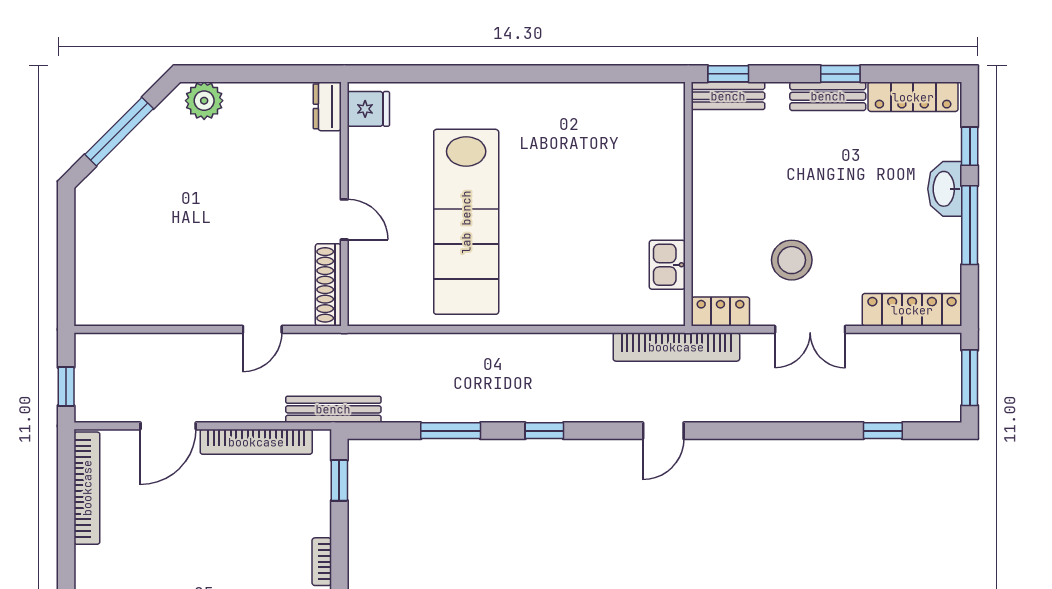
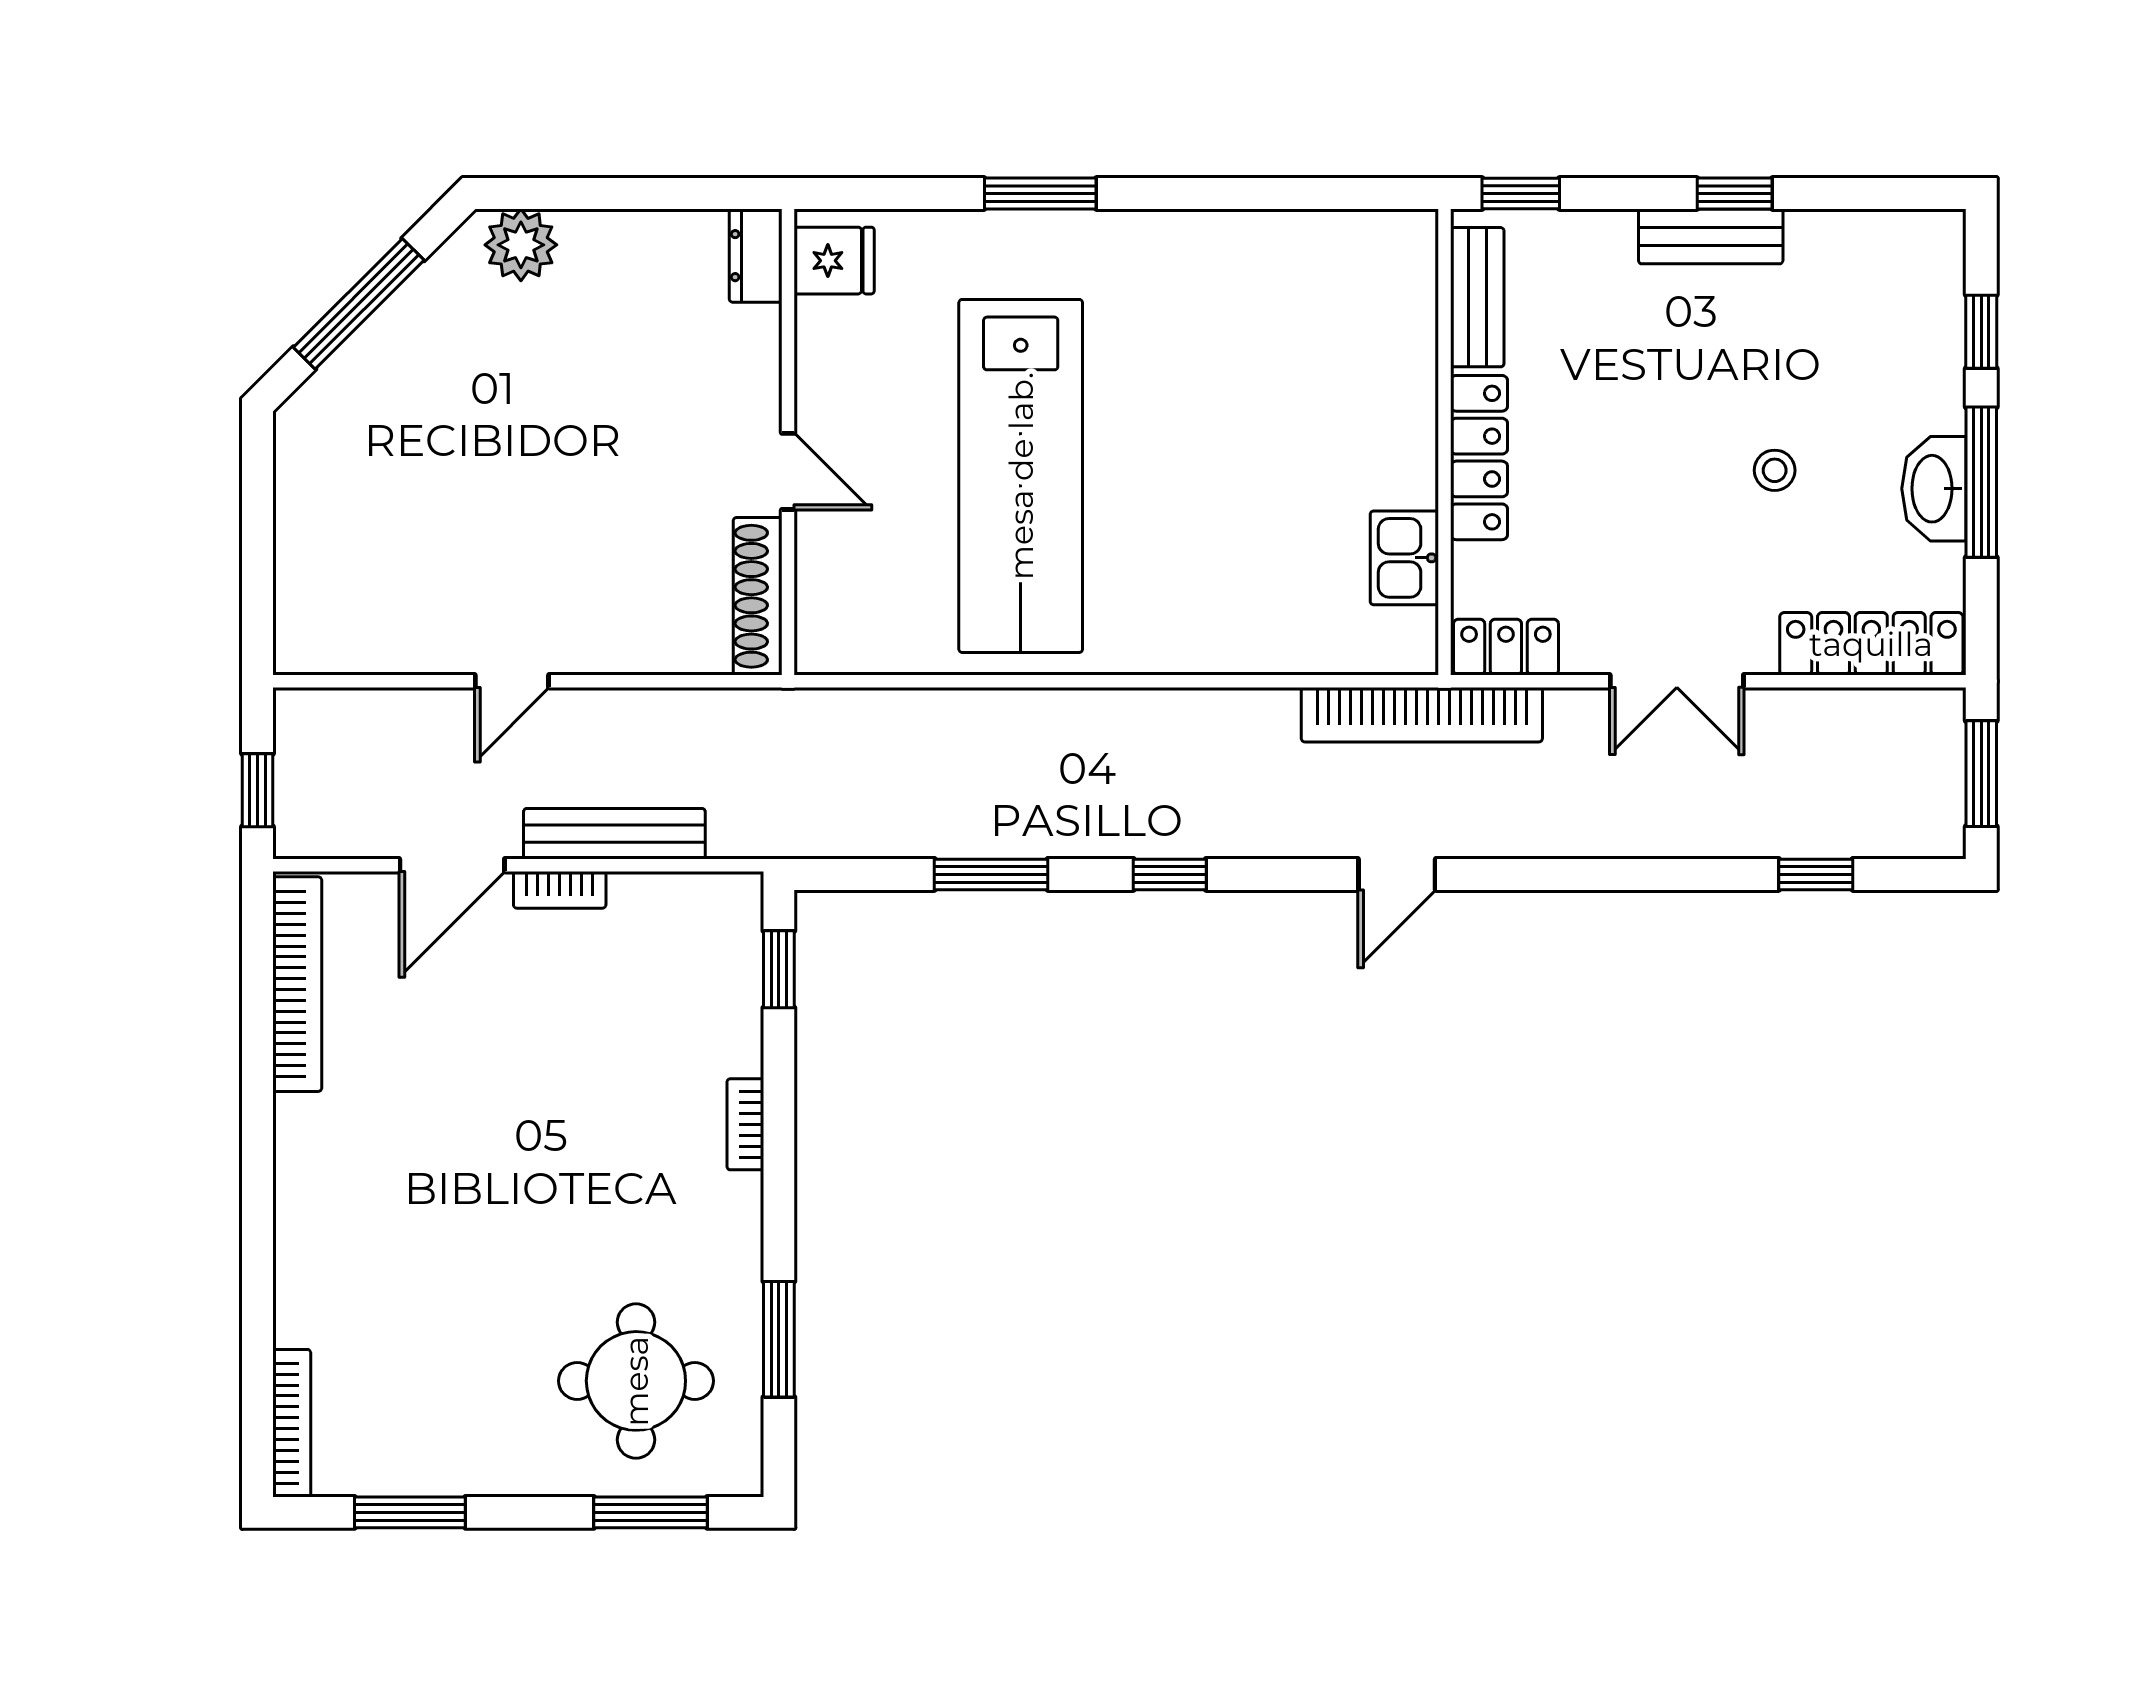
window: (476, 74) -> (1040, 194), added
bench: (728, 96) -> (1477, 297), moved, turned 90
locker: (913, 97) -> (1479, 458), moved, turned -90
washbasin: (945, 189) -> (1934, 489), moved
stool: (792, 260) -> (1775, 470), moved, width x0.53, depth x0.53
door: (262, 329) -> (512, 681), moved
bench: (333, 409) -> (614, 834), moved
bookcase: (256, 442) -> (560, 890), width x0.43, depth x0.76

